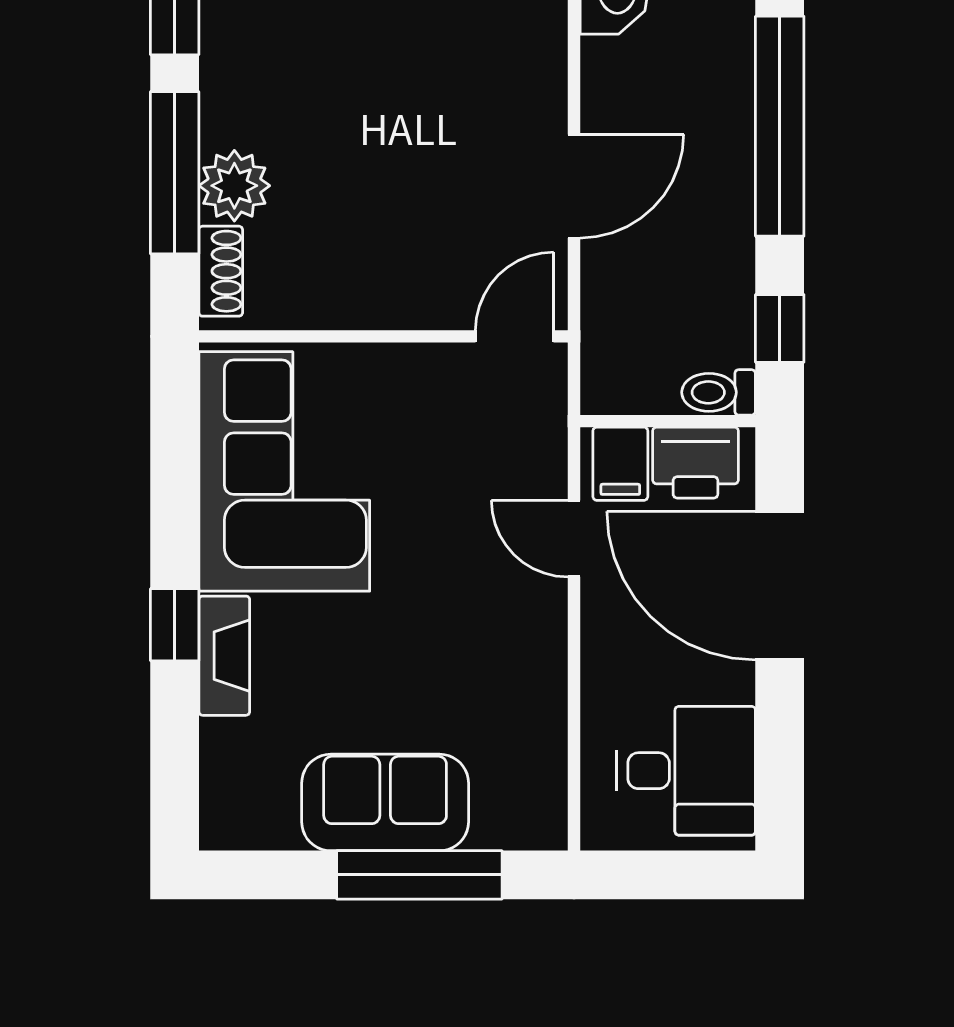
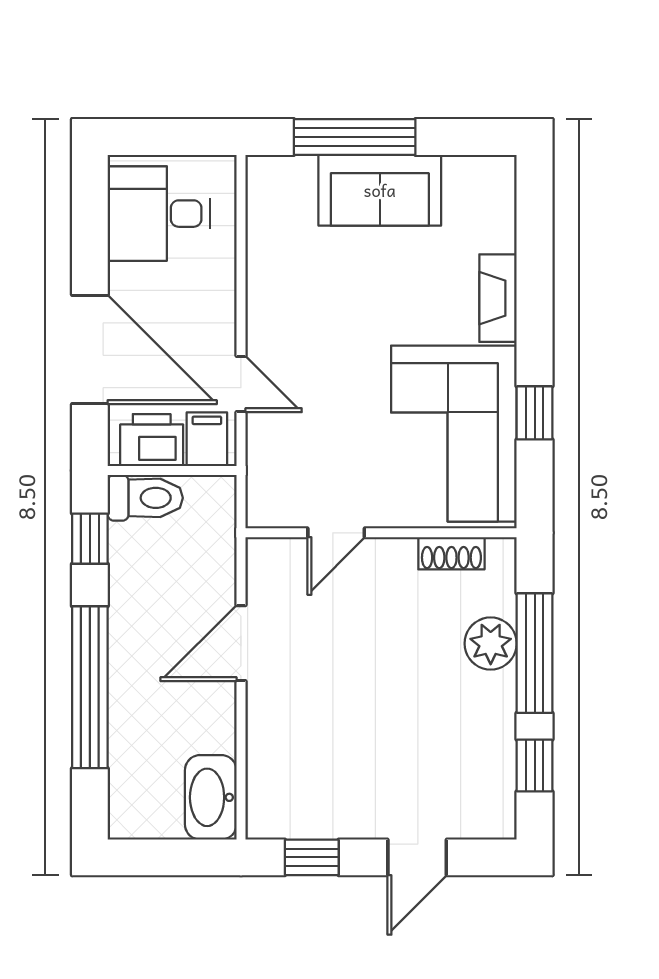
shoe rack: (221, 271) -> (451, 553), moved, turned -90
door: (515, 336) -> (336, 533), moved
toilet: (719, 392) -> (145, 498), width x1.37, depth x1.39
window: (175, 625) -> (535, 413), moved

